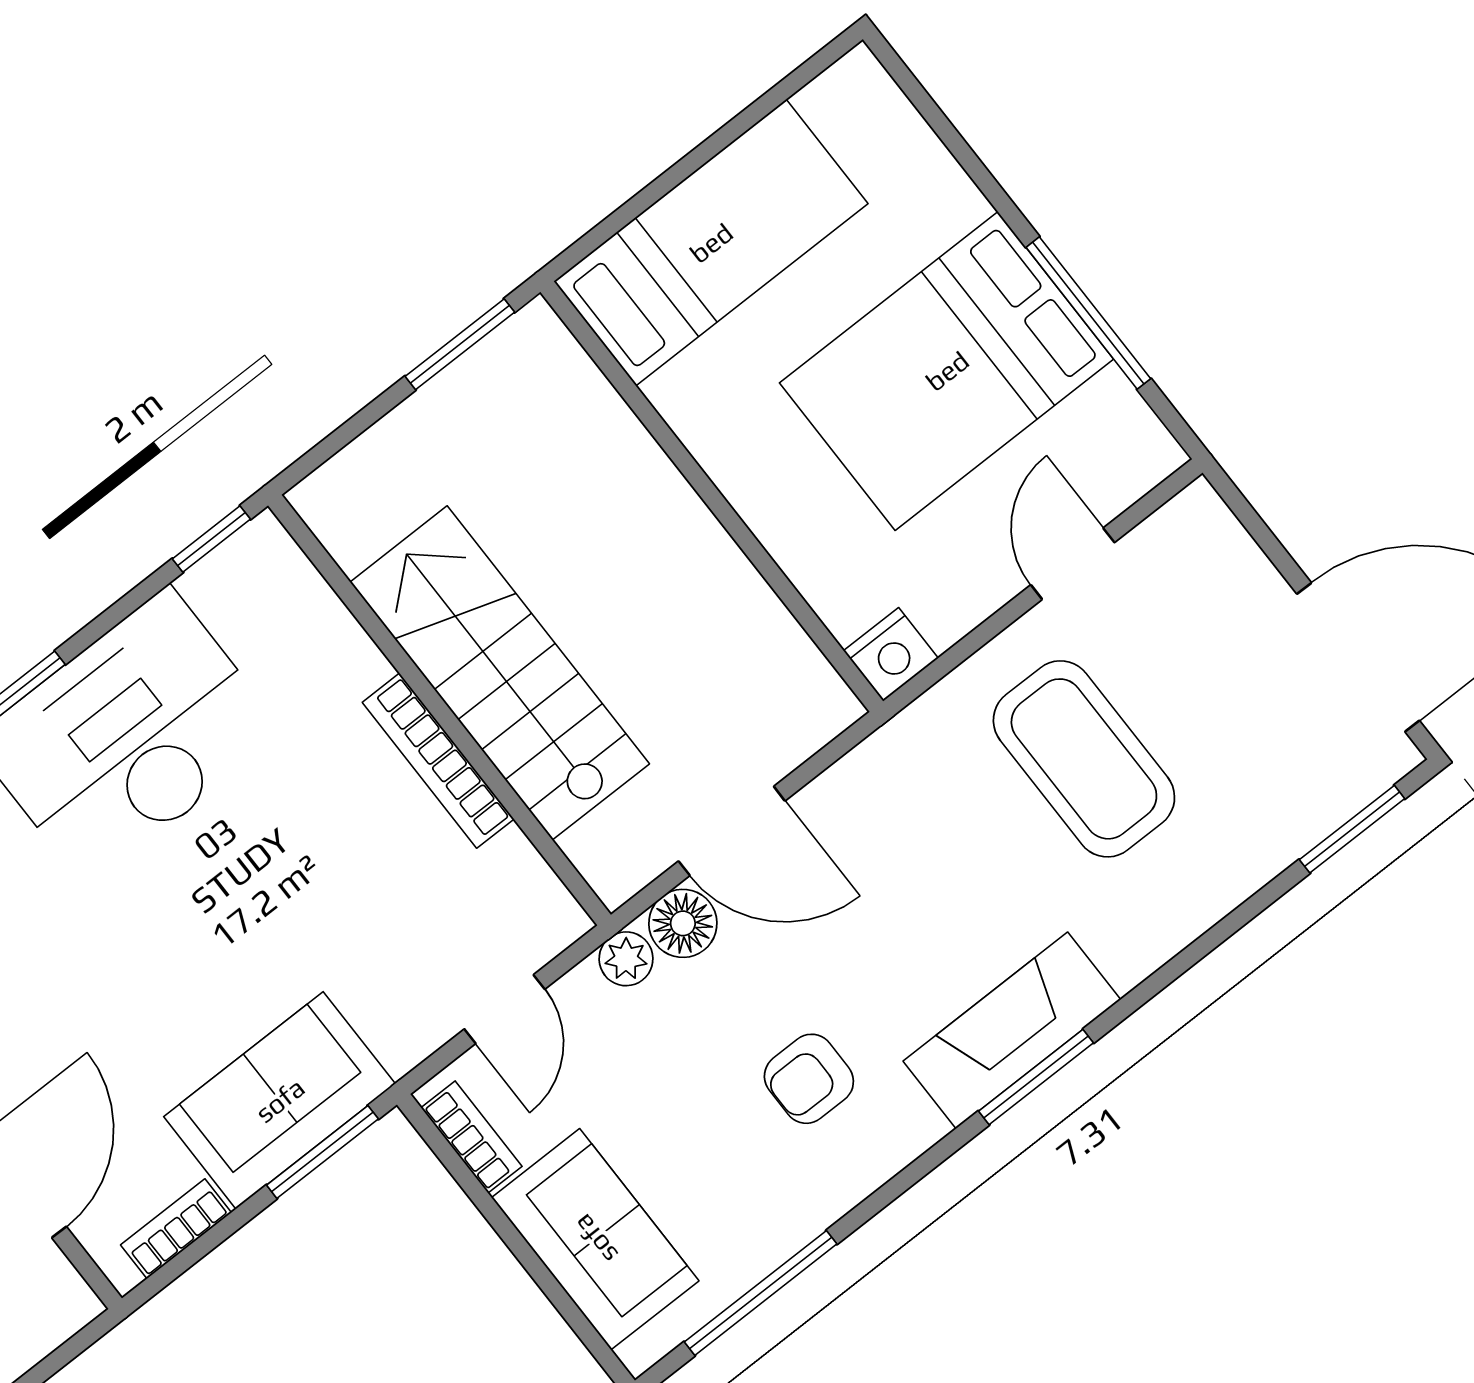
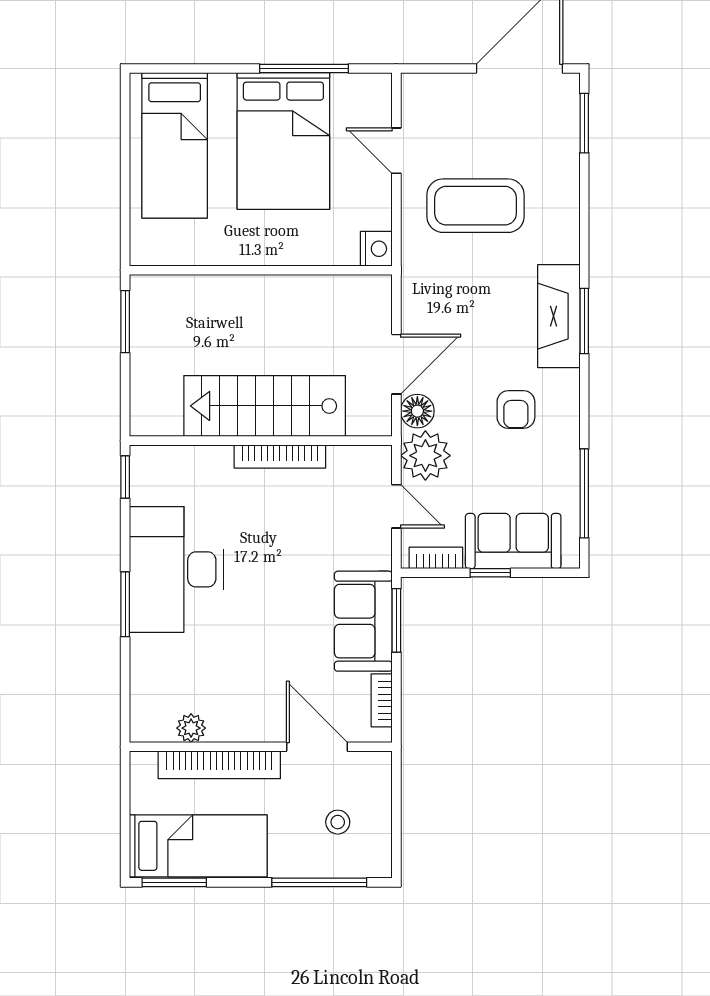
bed: (711, 243) -> (175, 145), moved, turned 180
plant: (626, 959) -> (425, 456), width x1.87, depth x1.87
window: (516, 1242) -> (490, 573), added

